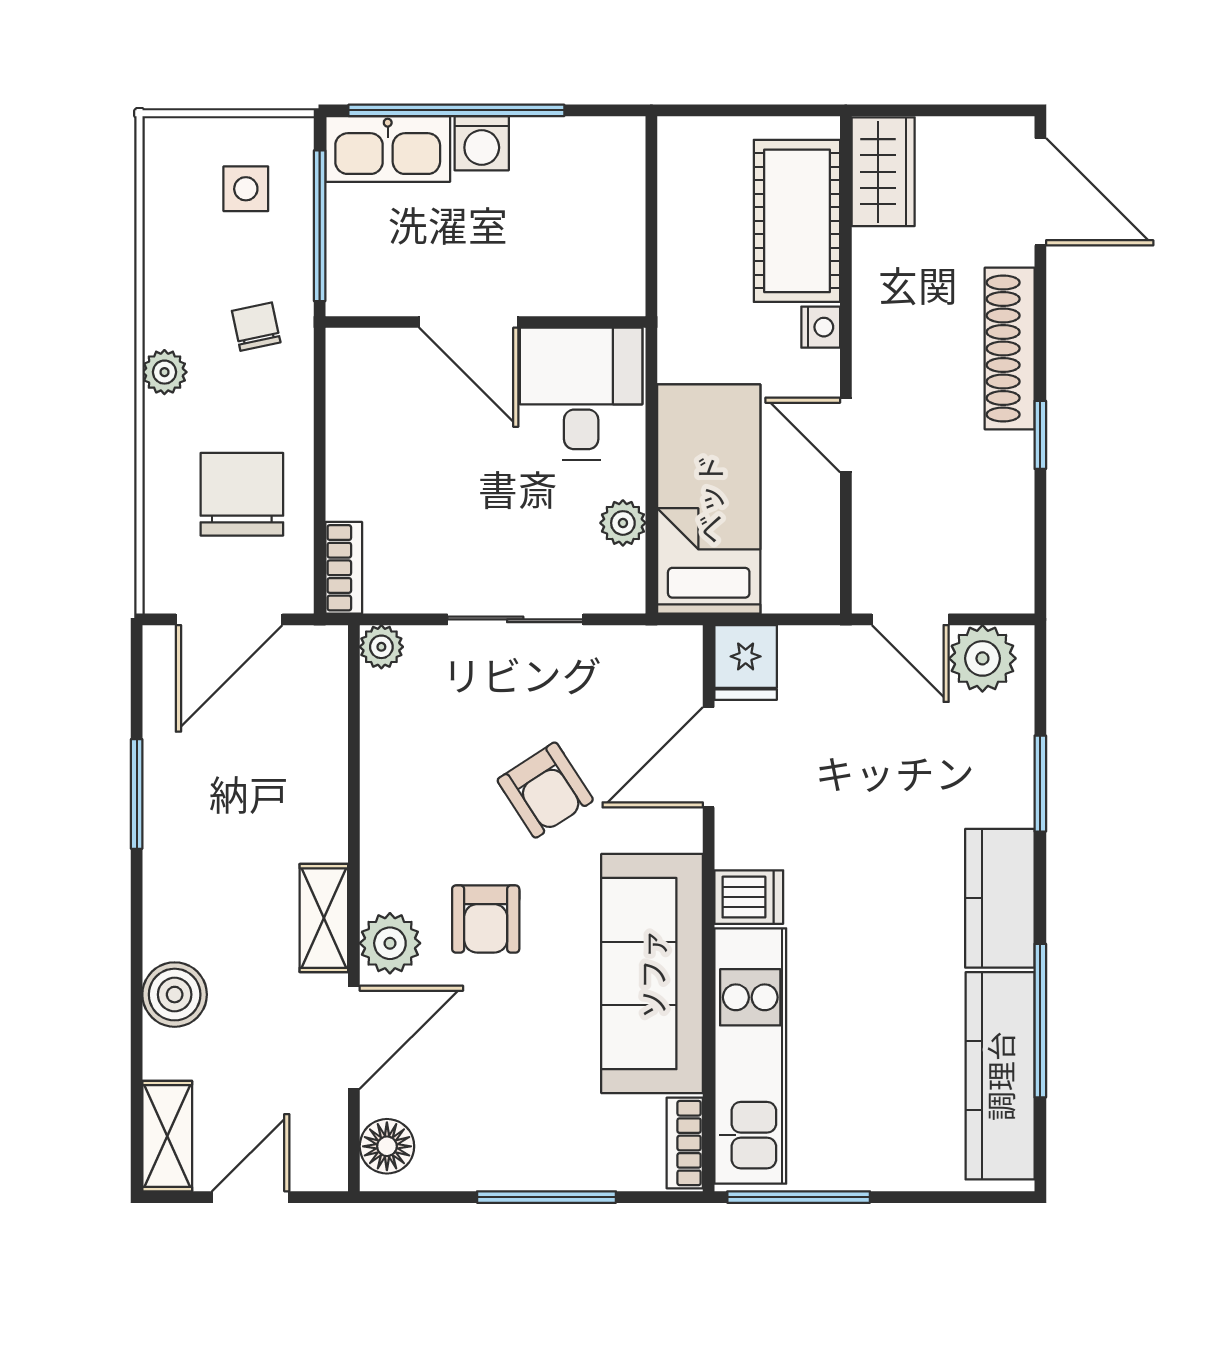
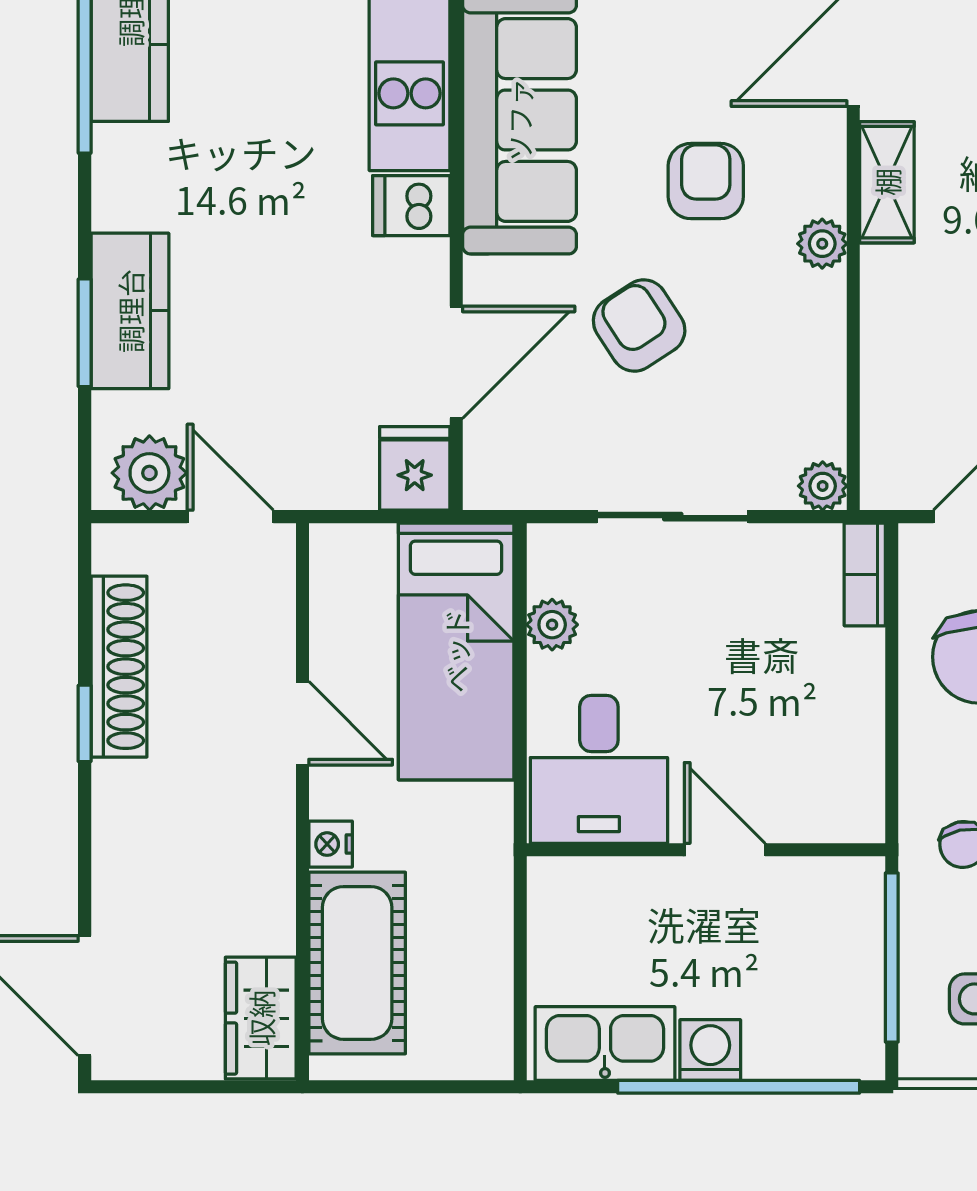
kitchen sink: (388, 149) -> (605, 1044), moved
door: (469, 322) -> (725, 850), width x0.73
shoe rack: (1010, 348) -> (119, 667), moved
kitchen counter: (1000, 898) -> (130, 311), moved
plant: (390, 943) -> (822, 244), moved, width x0.73, depth x0.73

